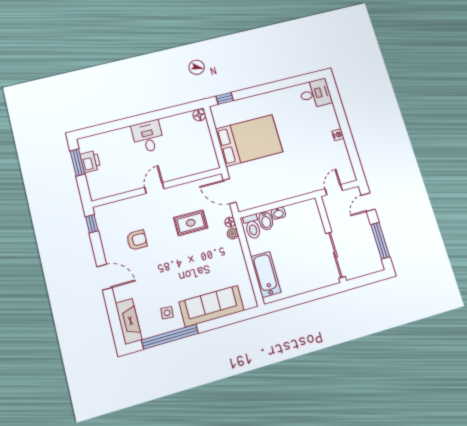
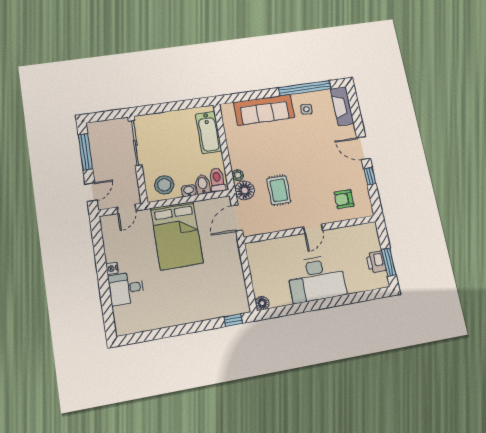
desk: (315, 94) -> (126, 288), moved
desk: (148, 137) -> (317, 279), width x1.87, depth x1.30
bed: (249, 140) -> (177, 235), moved, turned -90
door: (230, 191) -> (237, 218), swing flipped
stool: (302, 216) -> (164, 185), added
floor lamp: (230, 222) -> (245, 190), width x1.89, depth x1.89
rug: (191, 223) -> (279, 190), turned 90
window: (92, 224) -> (370, 176), moved
armchair: (137, 240) -> (344, 199), moved

